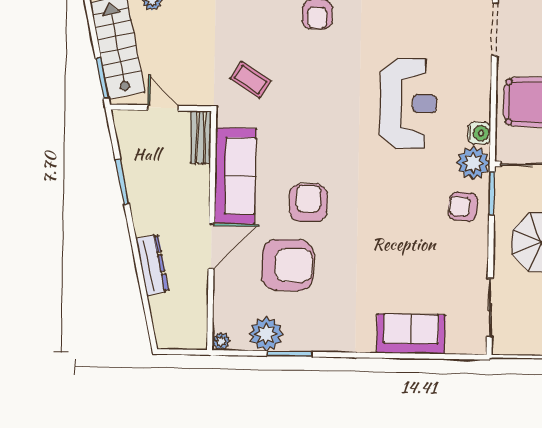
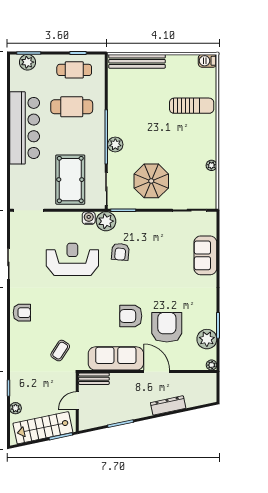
armchair: (463, 207) -> (120, 252), moved

